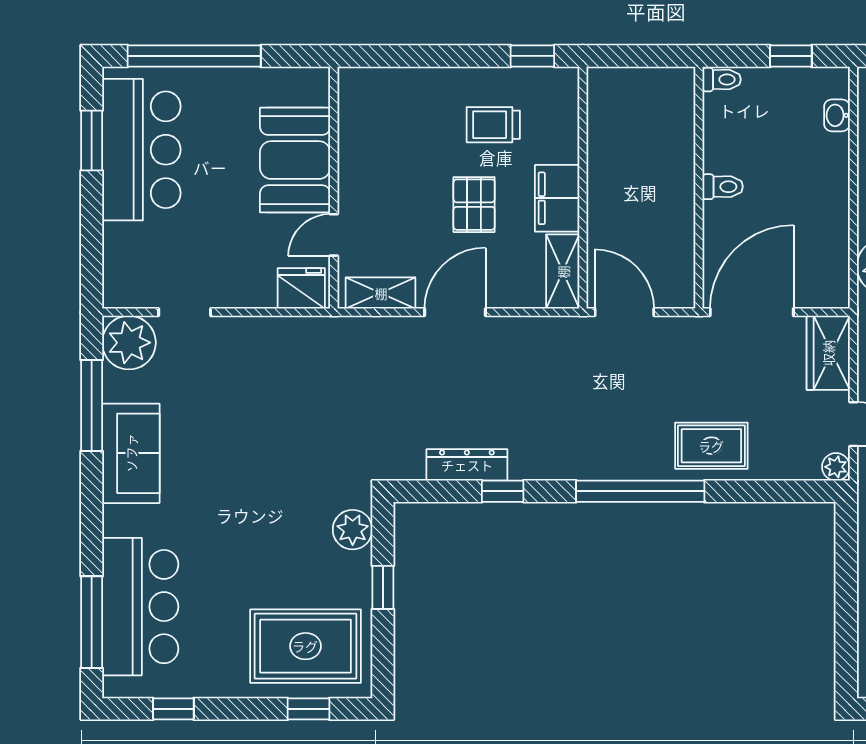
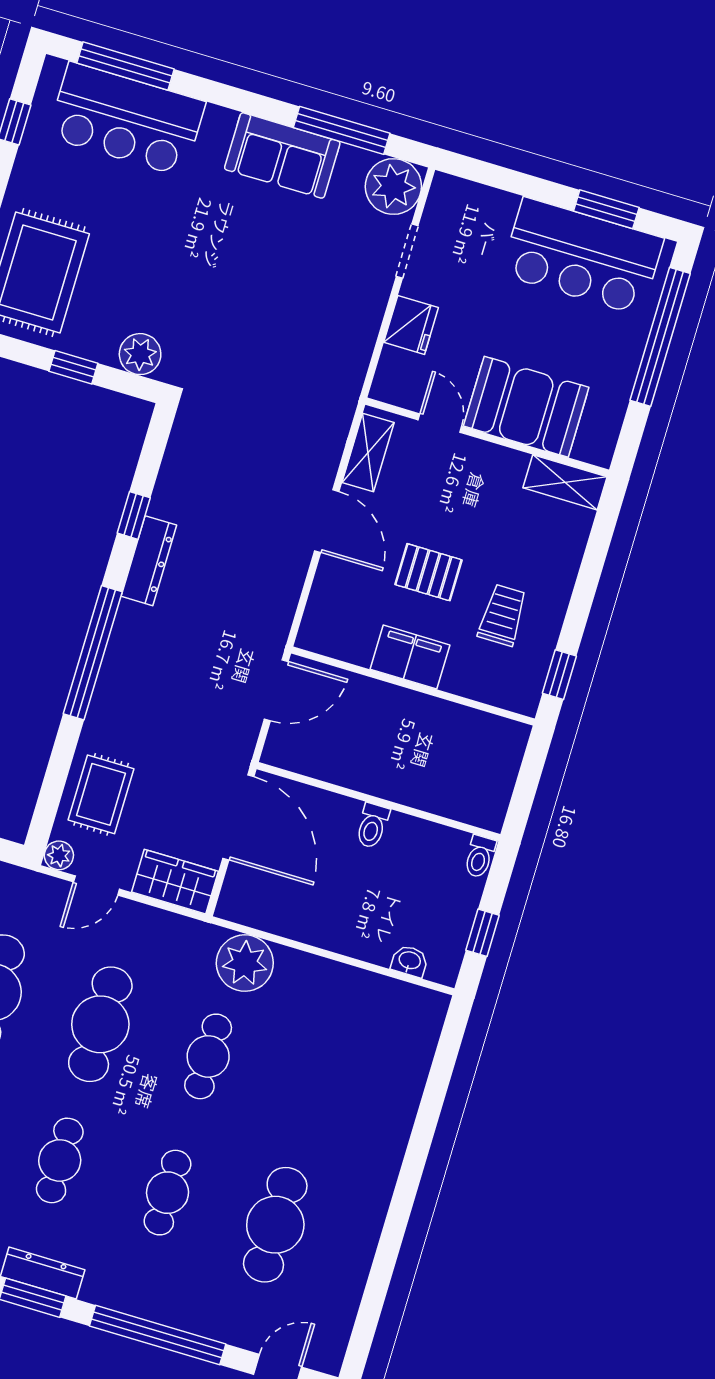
shelving: (563, 272) -> (565, 482), moved
fridge: (301, 288) -> (411, 325), moved
rug: (711, 446) -> (101, 794), moved
dresser: (467, 465) -> (149, 561), moved

